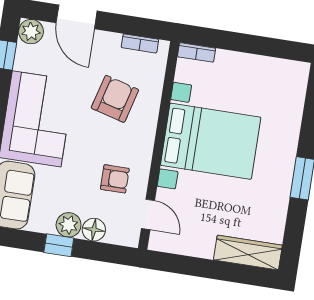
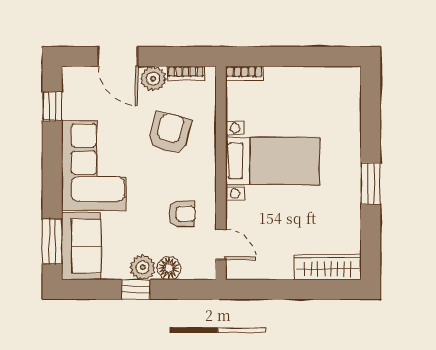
plant: (31, 32) -> (153, 79), moved
bed with nightstands: (211, 141) -> (273, 161), width x0.73

